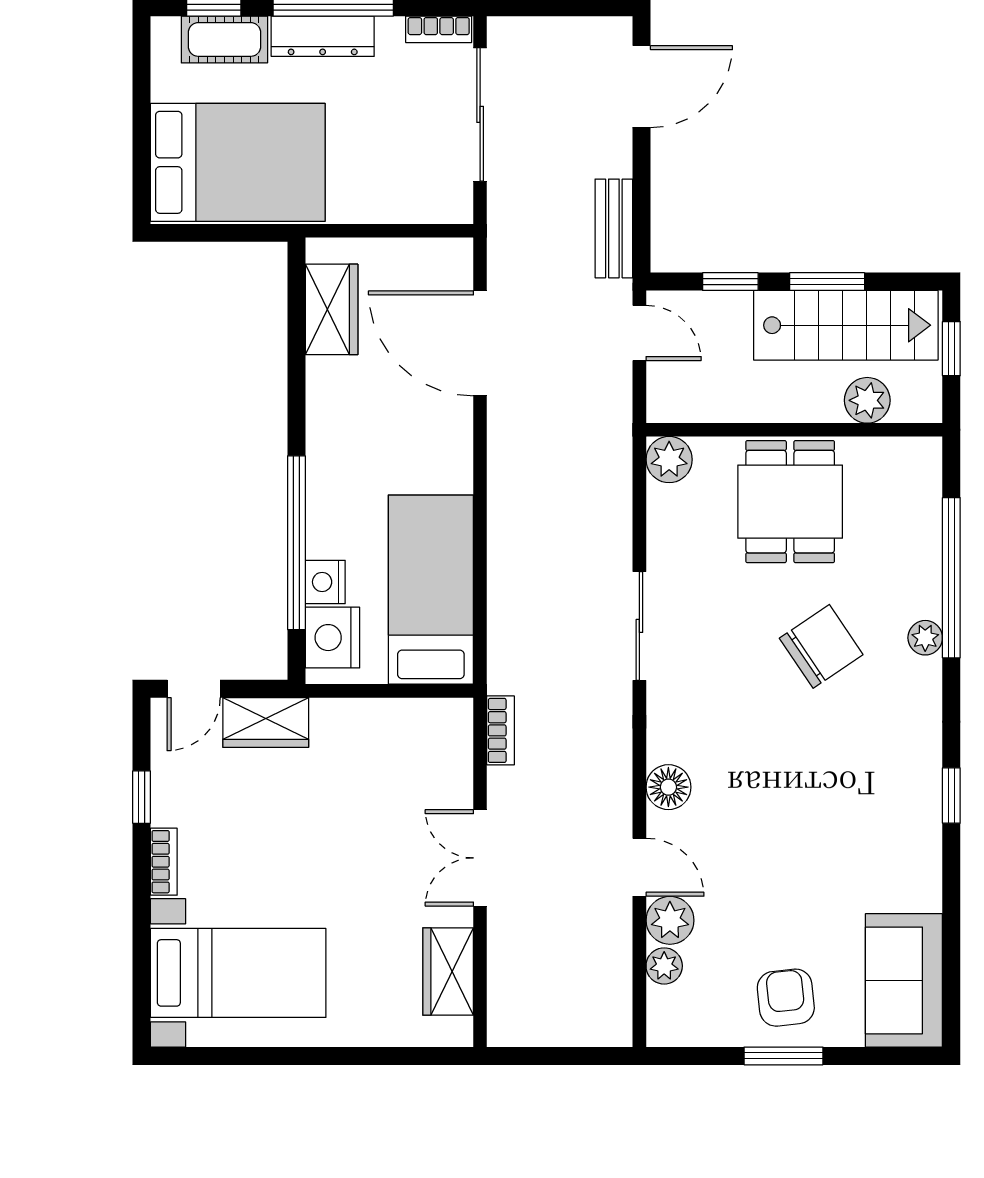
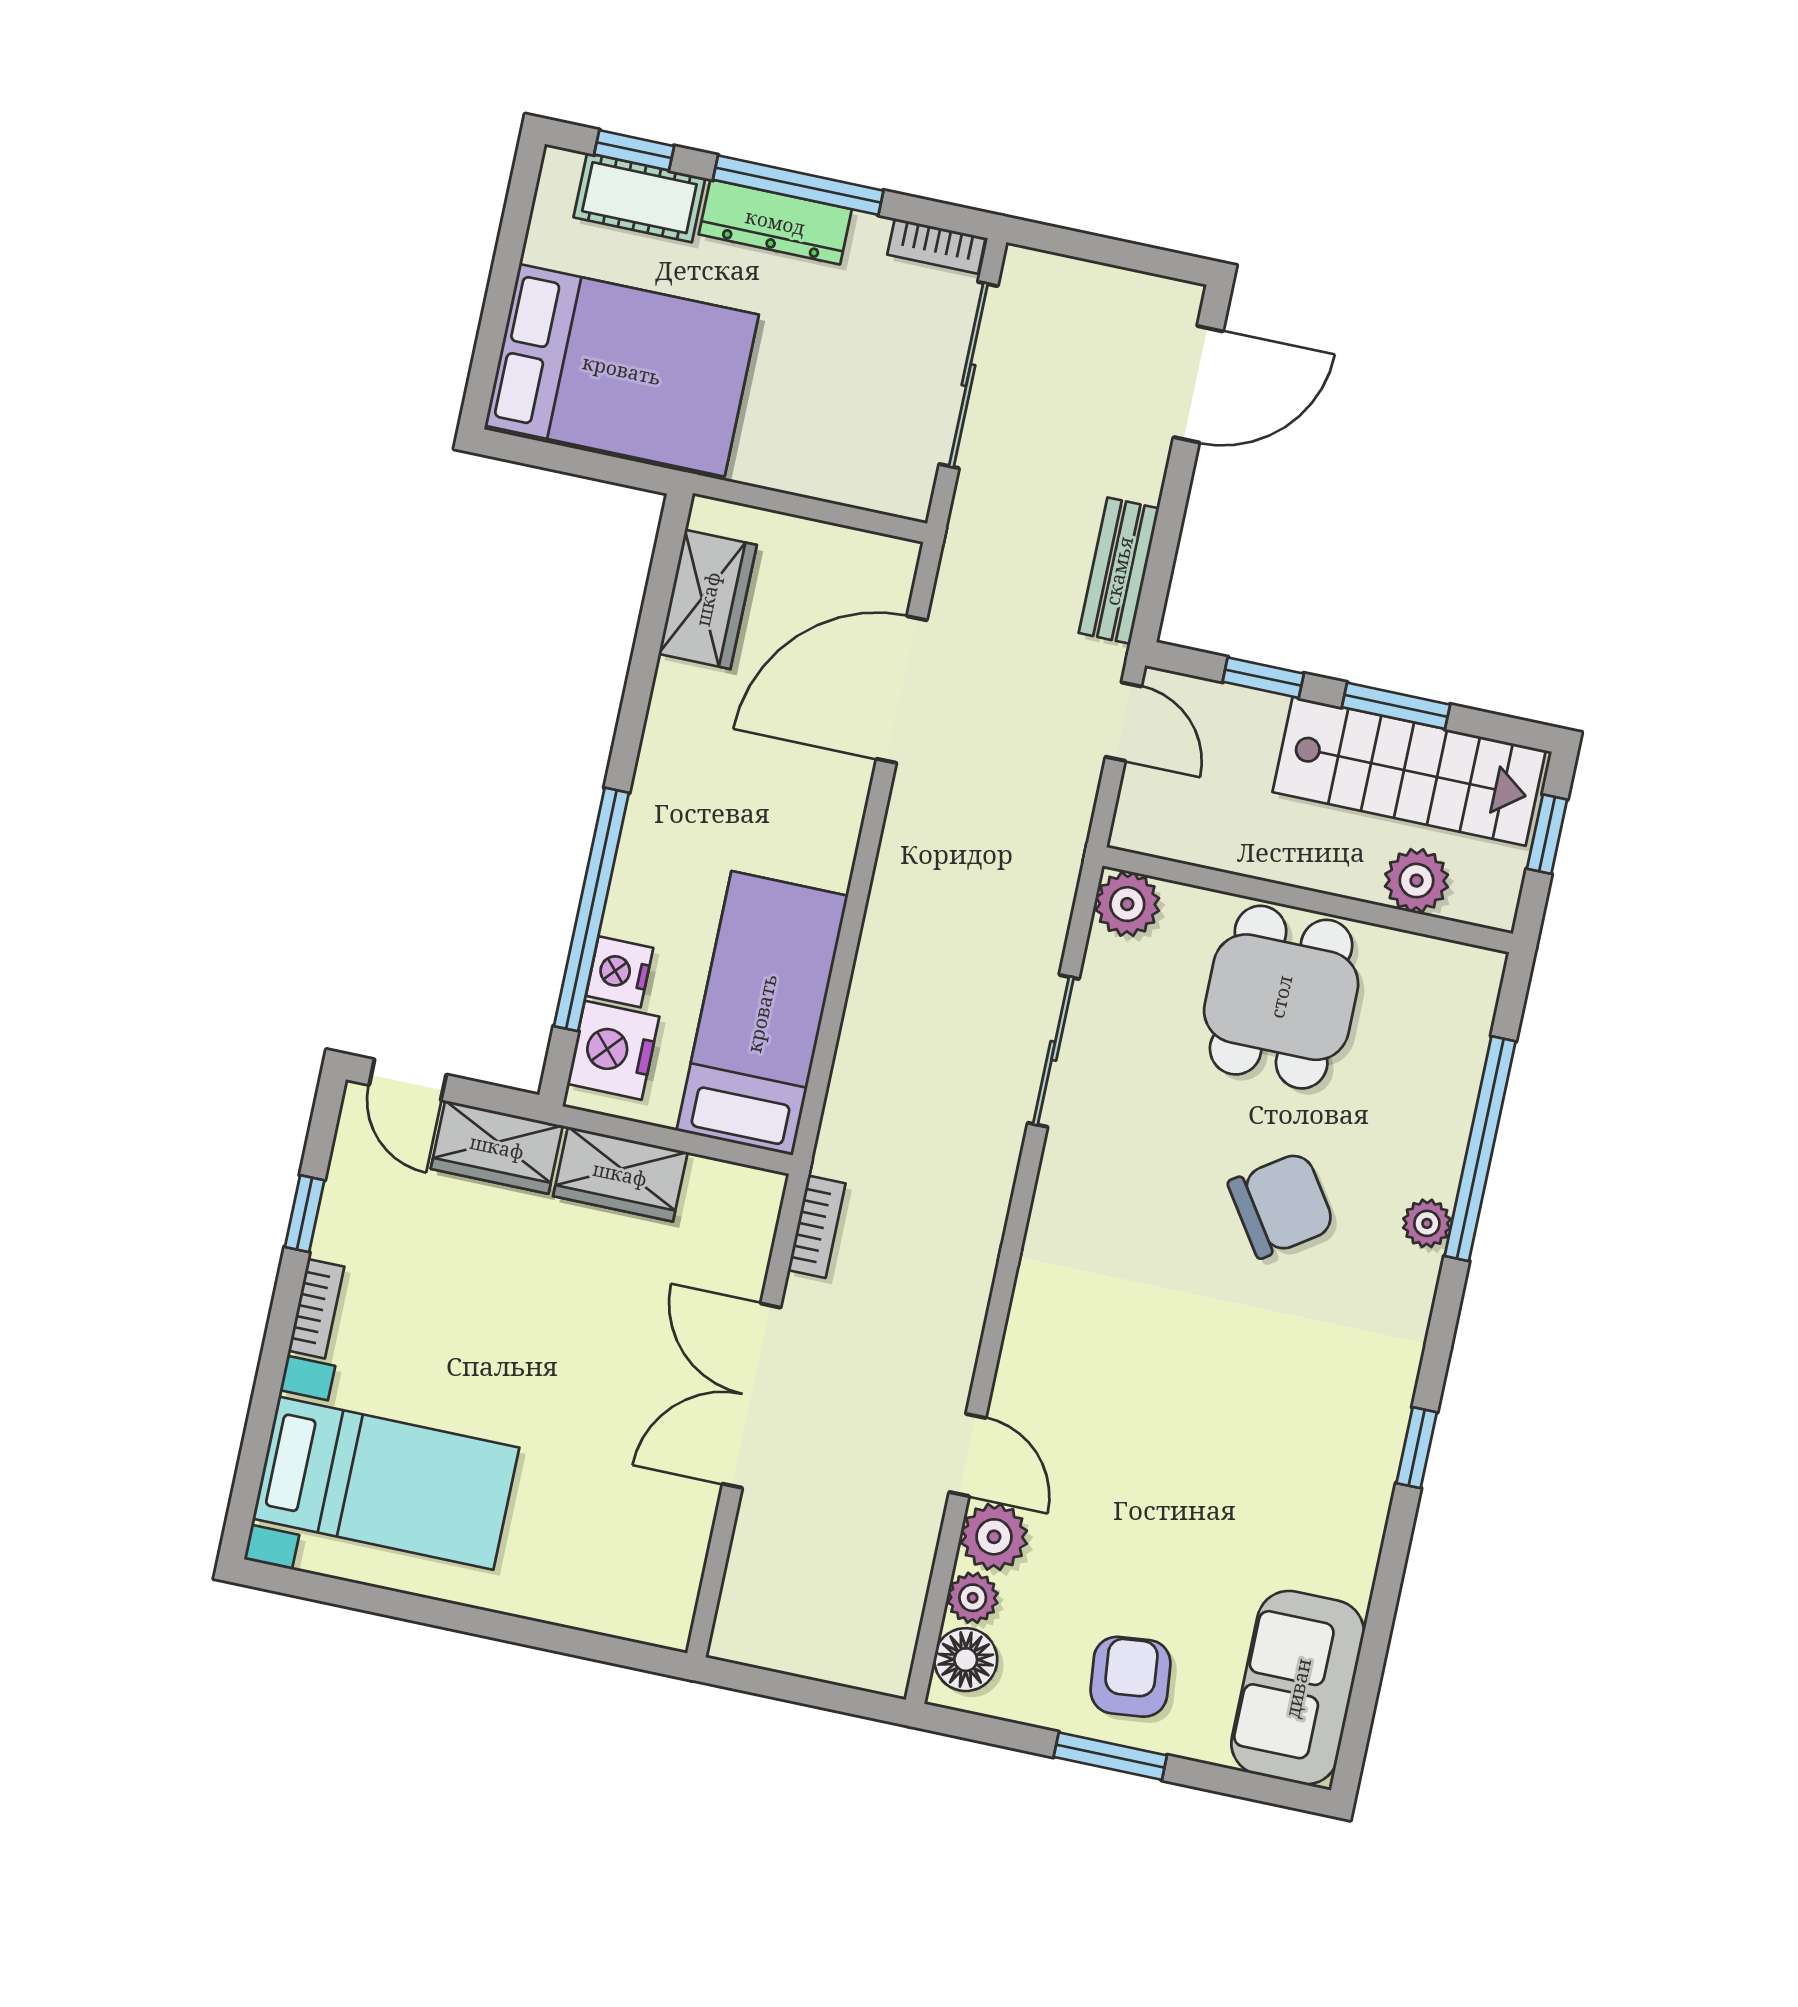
door: (480, 343) -> (902, 689), hinge flipped
sliding door: (639, 626) -> (1053, 1051), moved
door: (194, 689) -> (408, 1080), hinge flipped
floor lamp: (668, 787) -> (966, 1660), moved
double door: (480, 858) -> (752, 1396), width x1.37
wardrobe: (448, 971) -> (620, 1174), moved, turned -90

